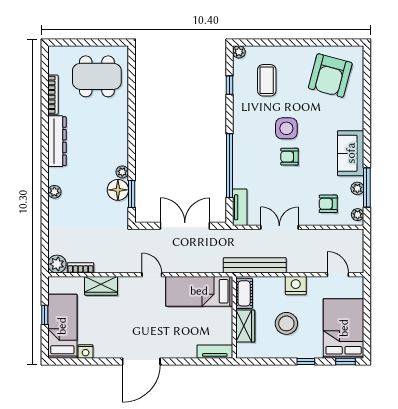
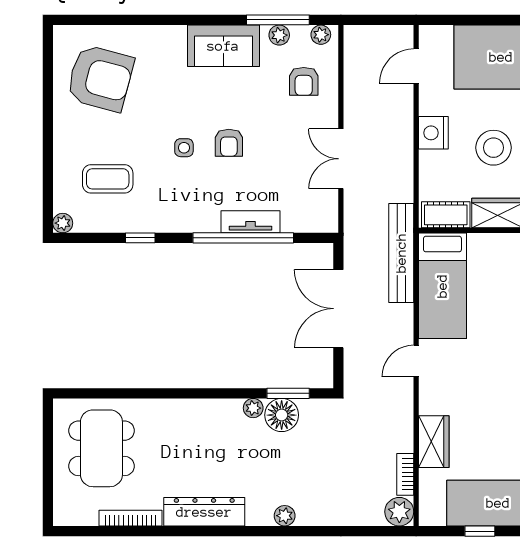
window: (230, 85) -> (140, 238), moved
side table: (286, 128) -> (184, 148), width x0.54, depth x0.54
tv unit: (240, 207) -> (250, 222), moved
bench: (255, 265) -> (401, 253), moved

